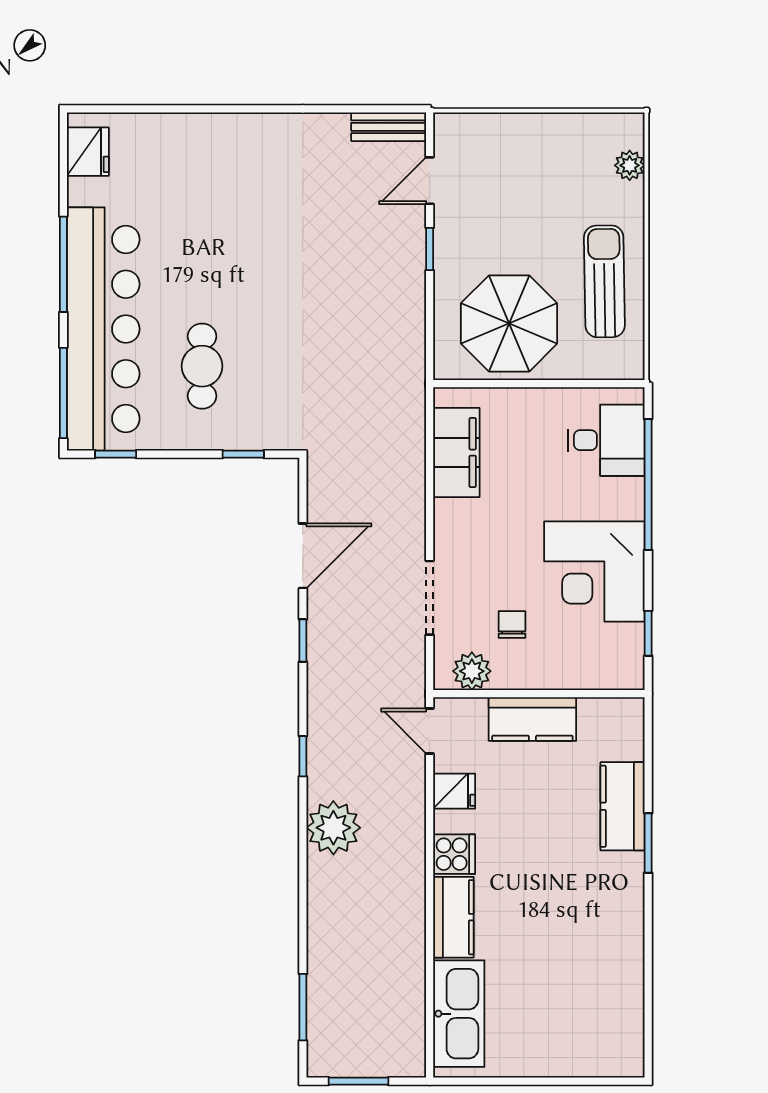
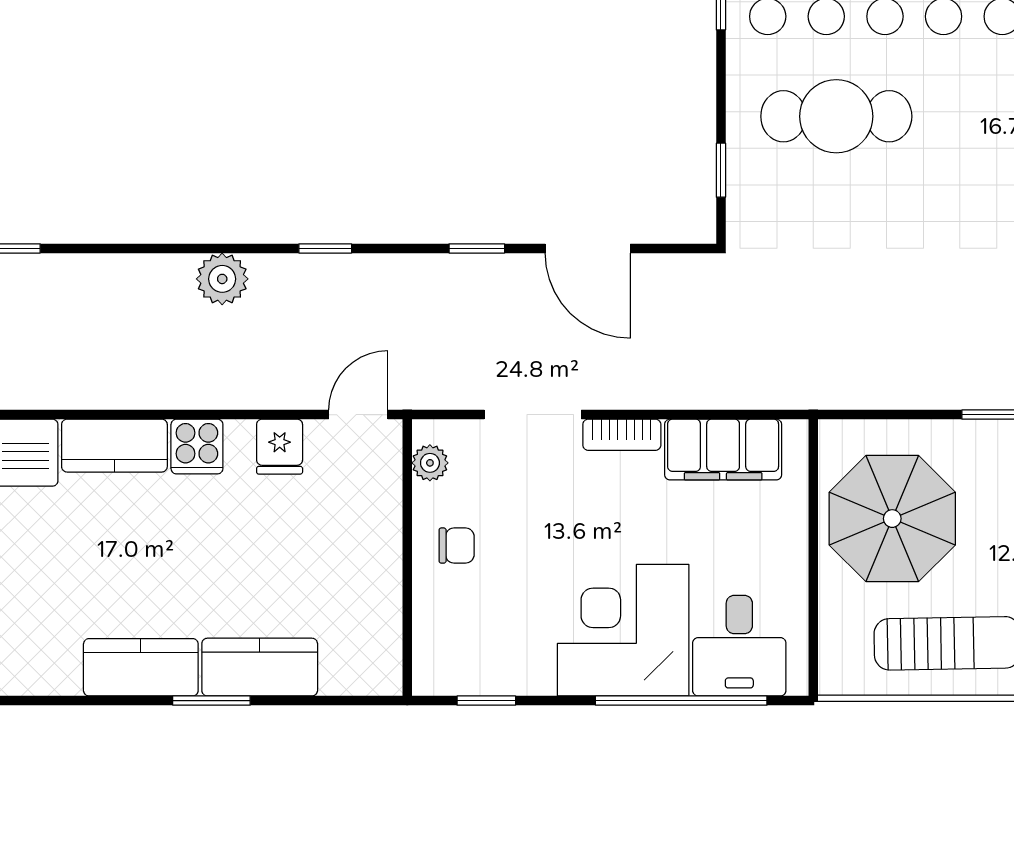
cafe table: (202, 366) -> (836, 116), width x1.37, depth x1.35
bookcase: (445, 530) -> (622, 435), added
corner desk: (594, 572) -> (623, 630), moved
chair: (512, 625) -> (457, 546), moved
plant: (472, 671) -> (430, 463), width x0.73, depth x0.73
kitchen counter: (532, 719) -> (141, 667), moved, turned 90
plant: (333, 828) -> (222, 279), width x0.73, depth x0.73

